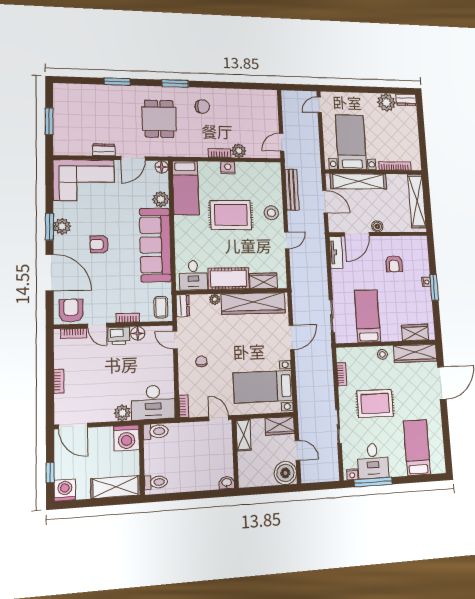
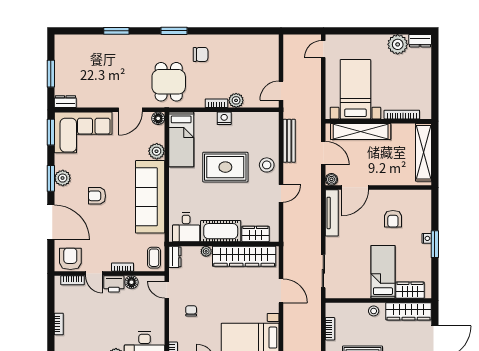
dining table: (159, 119) -> (169, 82), moved
dresser: (104, 150) -> (65, 102), moved
window: (49, 180) -> (51, 132), added
boiler: (377, 226) -> (331, 179), moved
tv unit: (336, 252) -> (332, 213), width x1.41
bed: (367, 316) -> (383, 272), moved
door: (292, 337) -> (281, 291), hinge flipped

